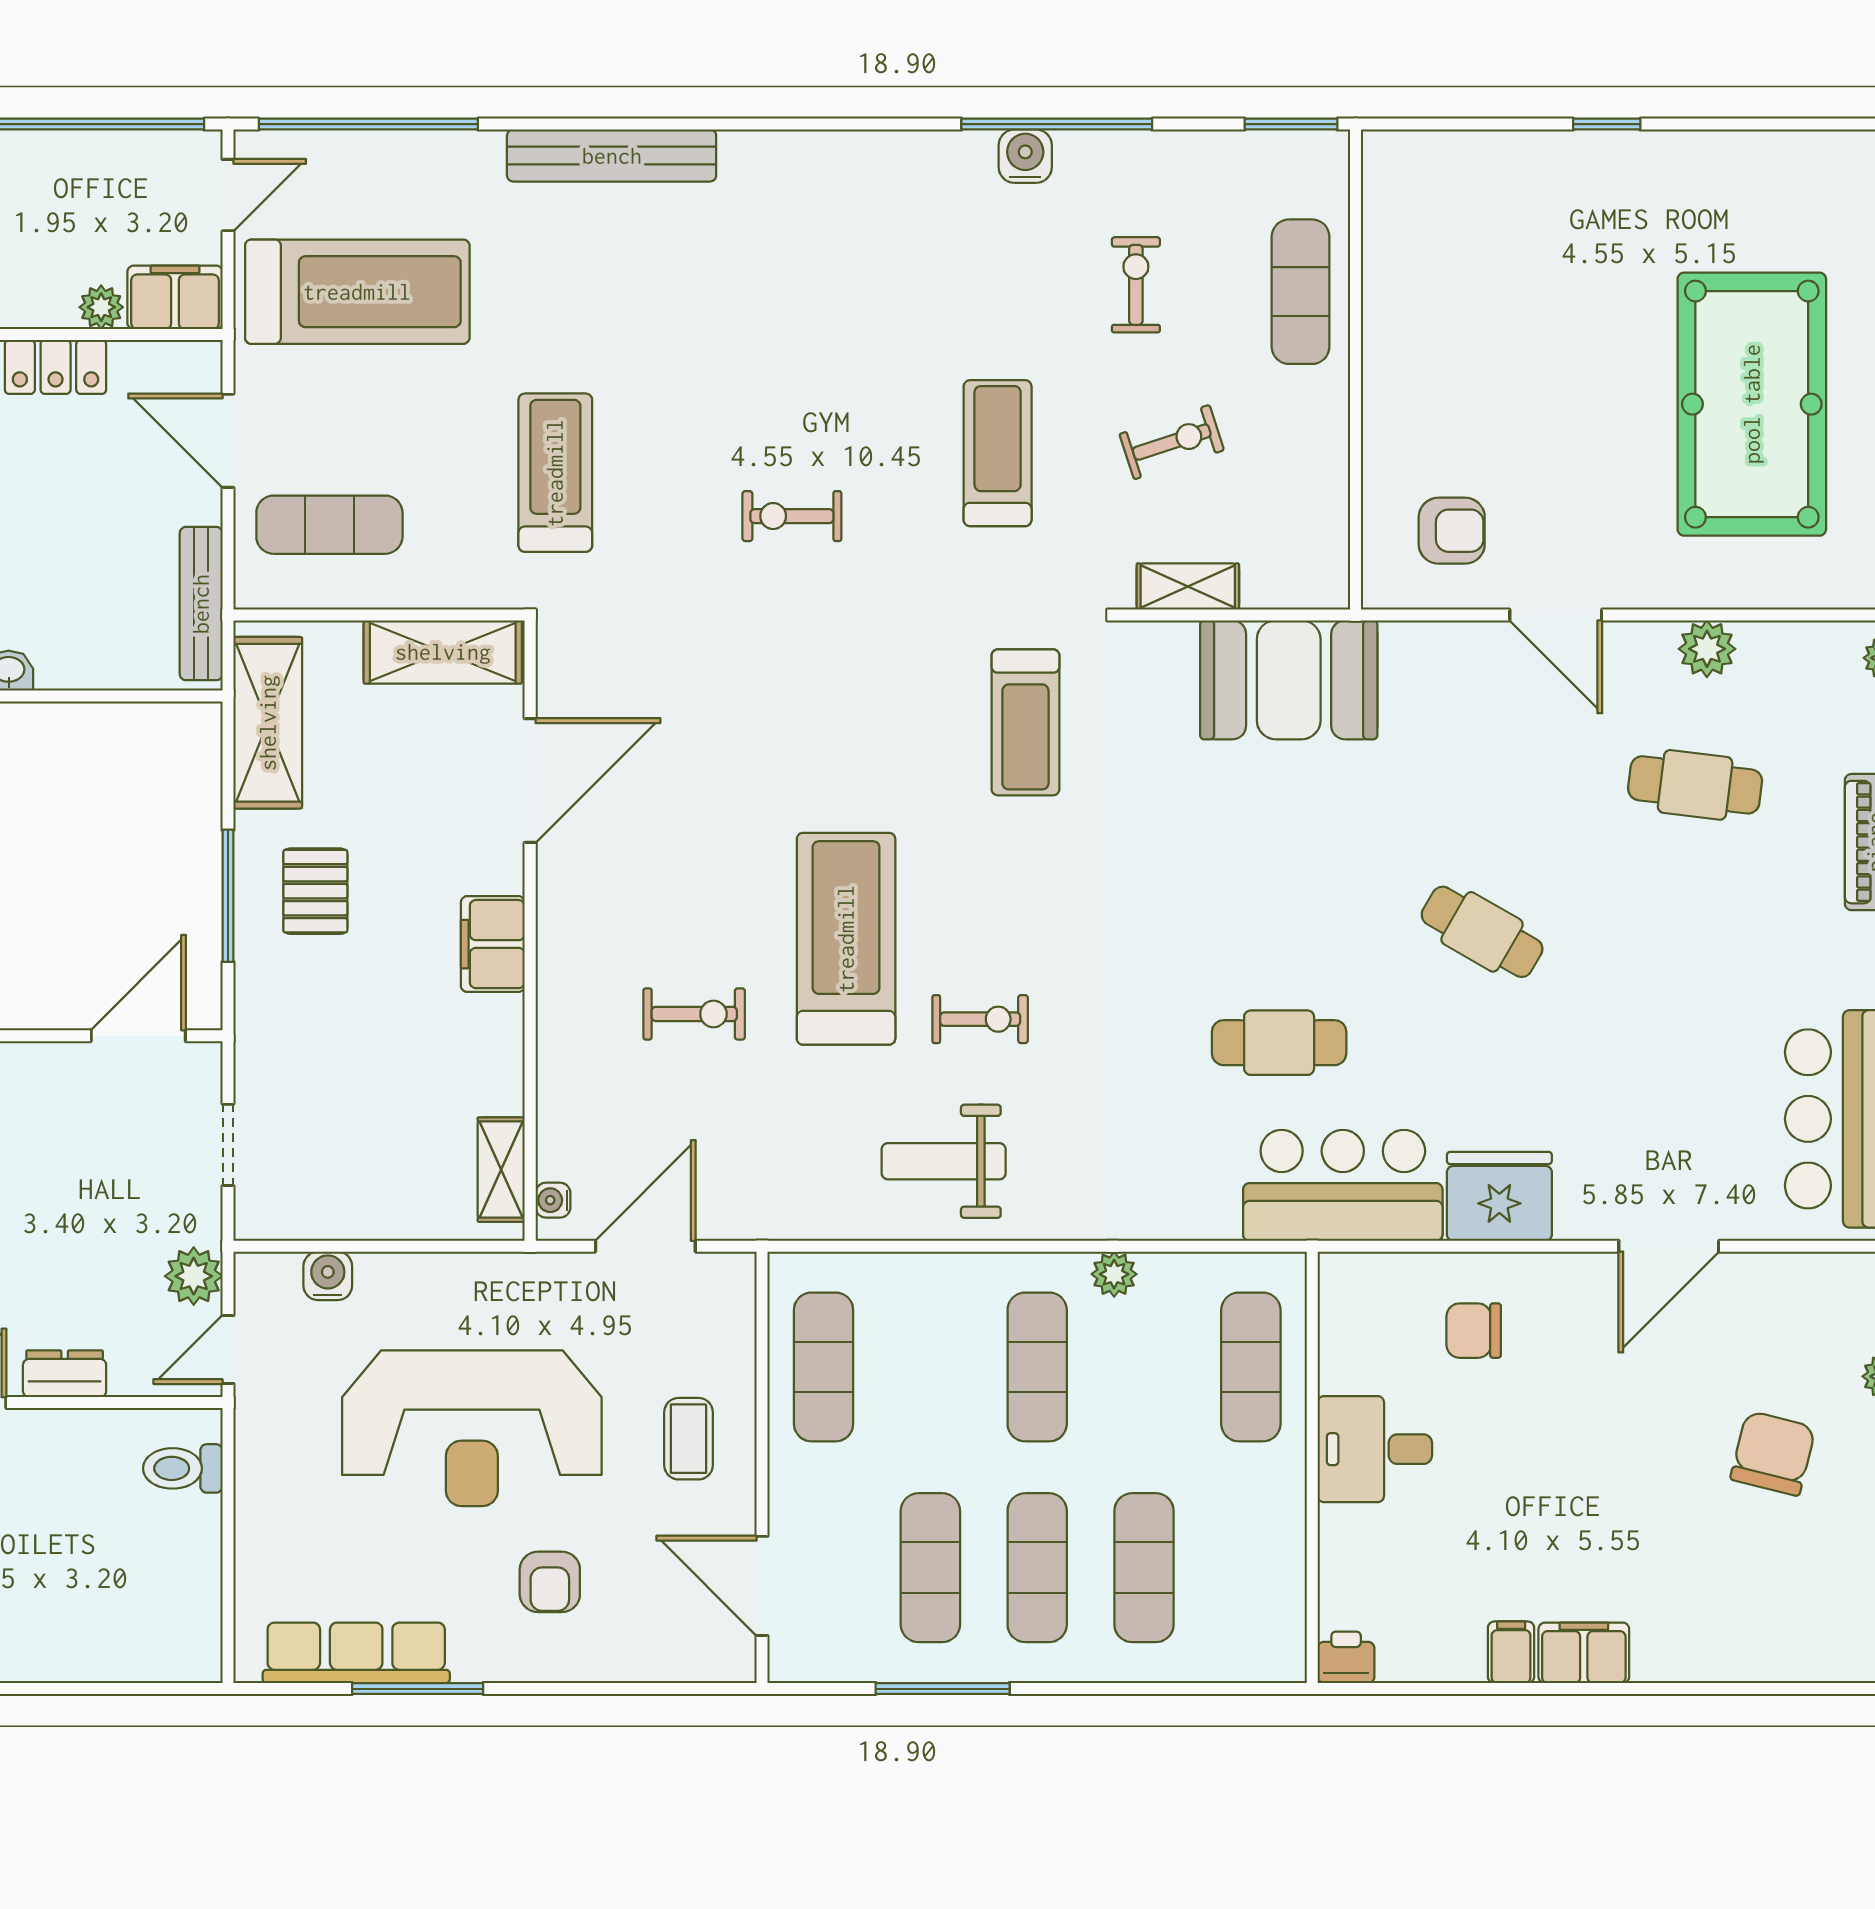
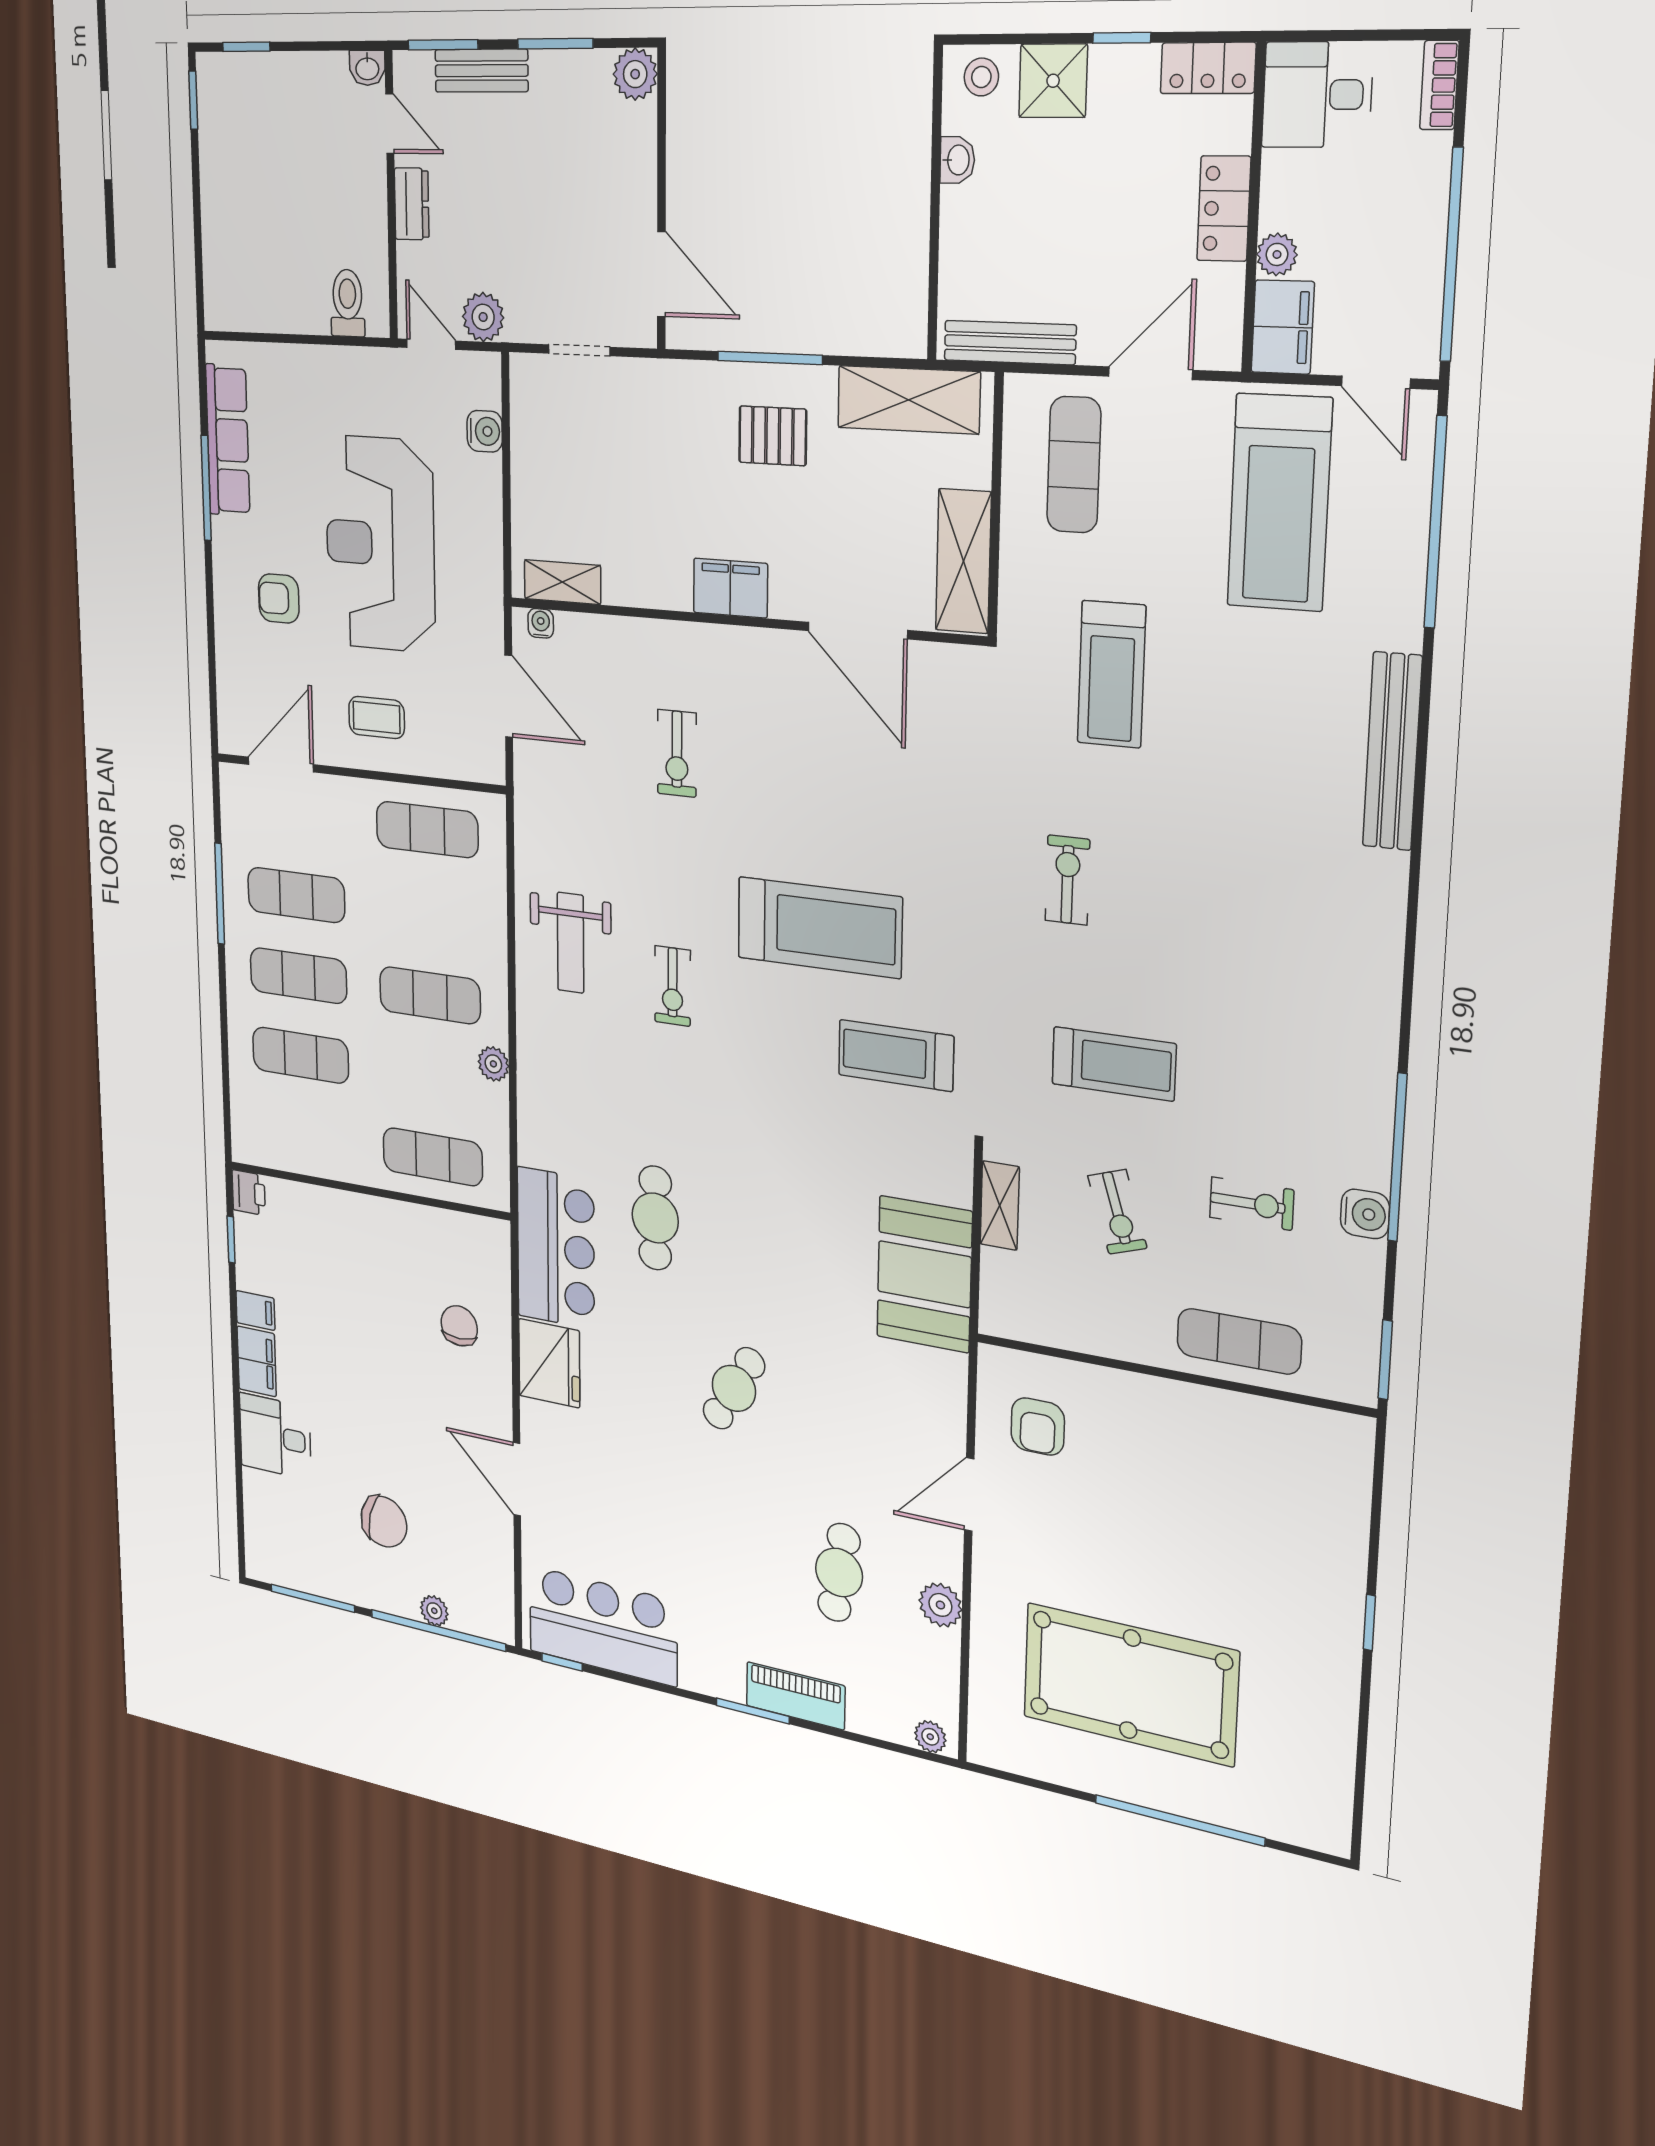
water cooler: (1025, 156) -> (1365, 1214), moved
treadmill: (555, 473) -> (1111, 674), turned 90
treadmill: (846, 939) -> (819, 927), moved
weight bench: (944, 1161) -> (571, 943), turned 180
desk: (1375, 1449) -> (275, 1436), moved, turned -90
window: (1417, 1689) -> (231, 1240), added

